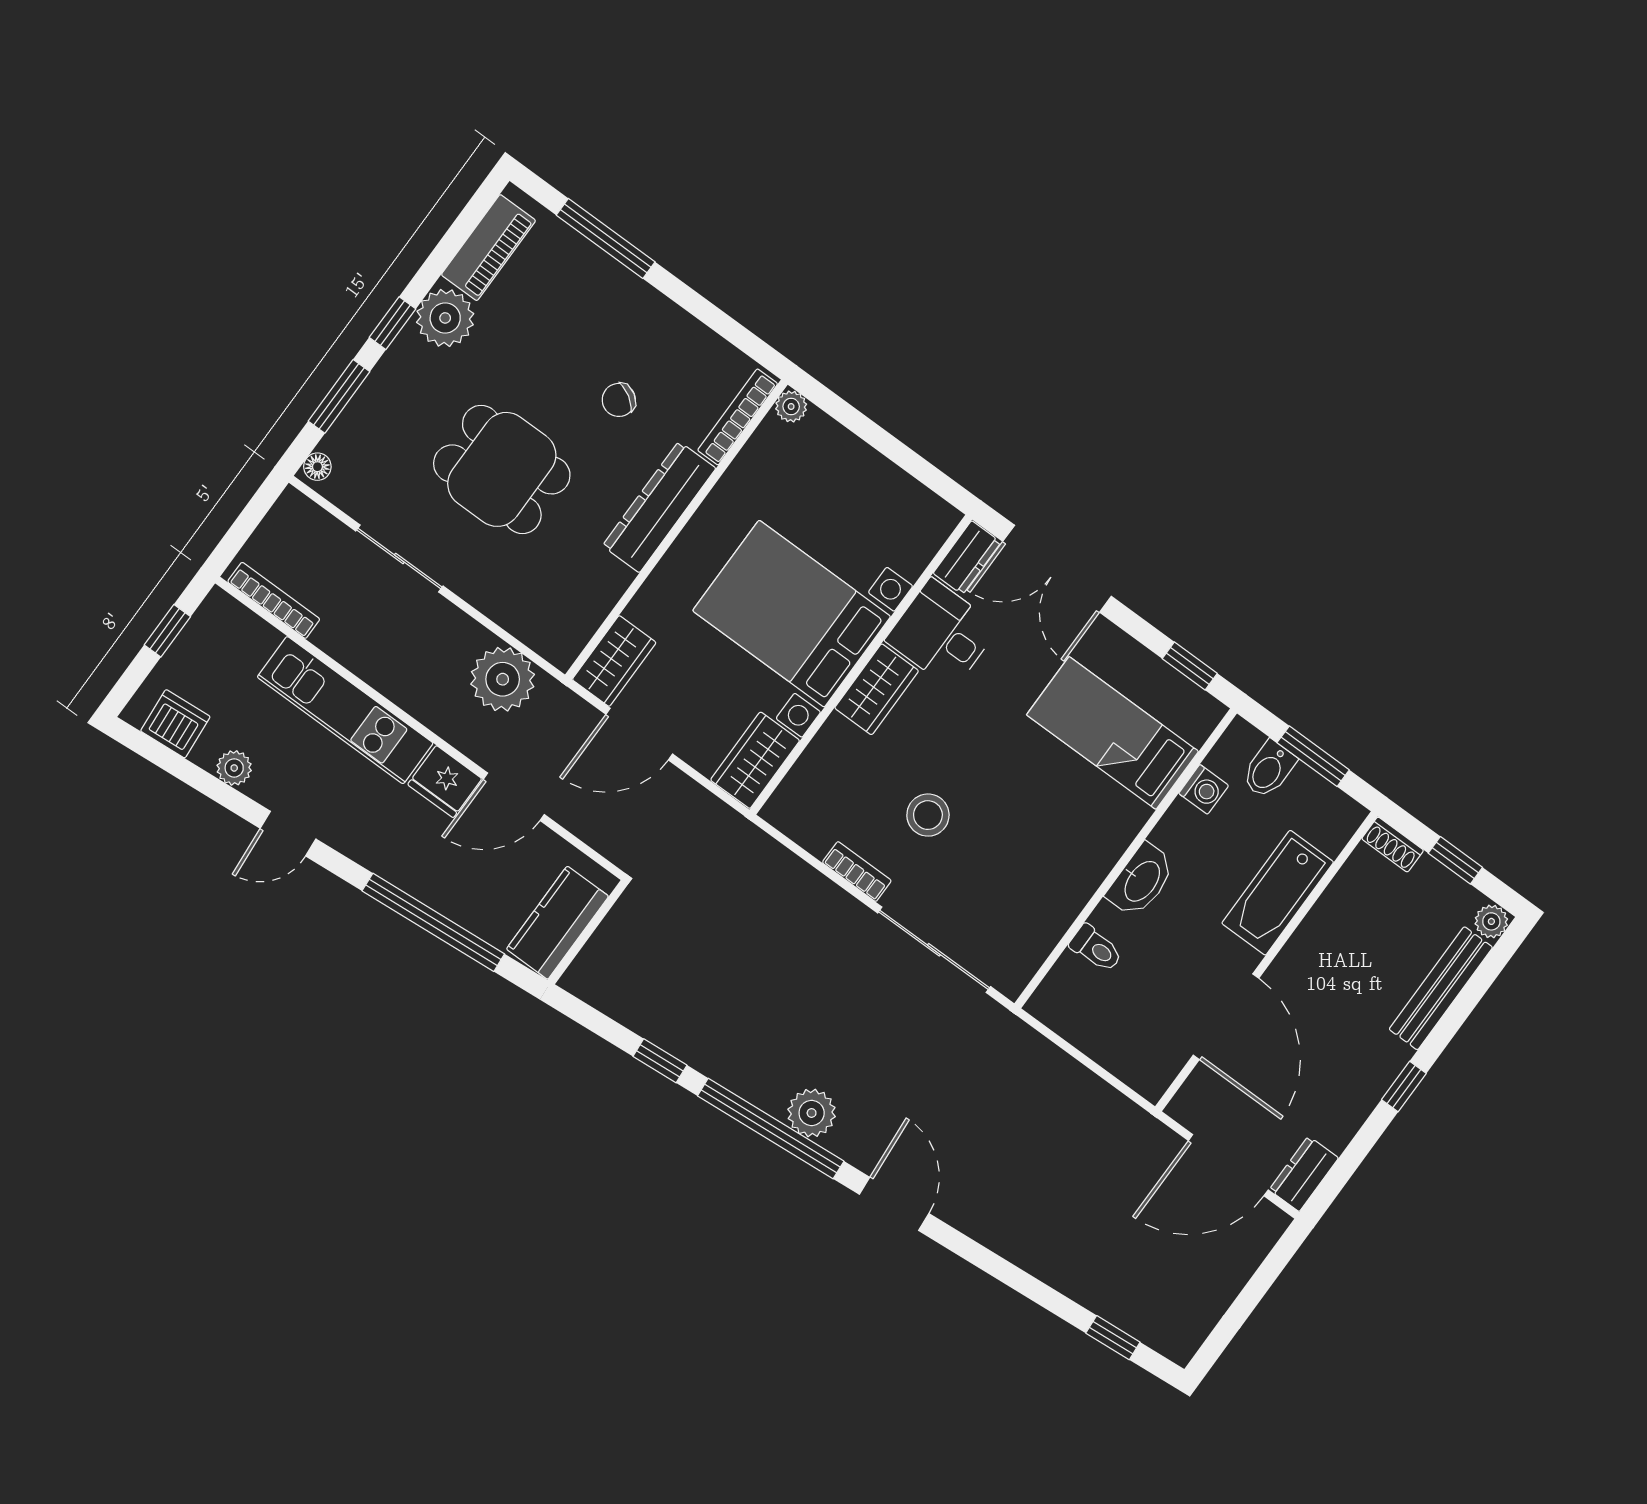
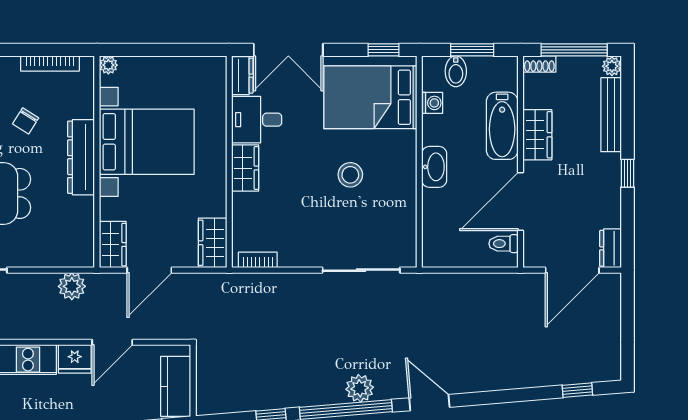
bookcase: (738, 417) -> (50, 63), moved, turned -90
bed with nightstands: (792, 614) -> (147, 142), moved, turned 180
plant: (503, 679) -> (72, 286), width x0.73, depth x0.73
bed: (1113, 733) -> (370, 97), width x1.50
stool: (928, 815) -> (350, 175), moved
window: (1455, 860) -> (574, 50), width x2.17
bookcase: (857, 872) -> (258, 260), moved
wardrobe: (1318, 941) -> (537, 135), added
toilet: (1096, 948) -> (503, 244), moved, turned 180
door: (1226, 1017) -> (520, 201), swing flipped

